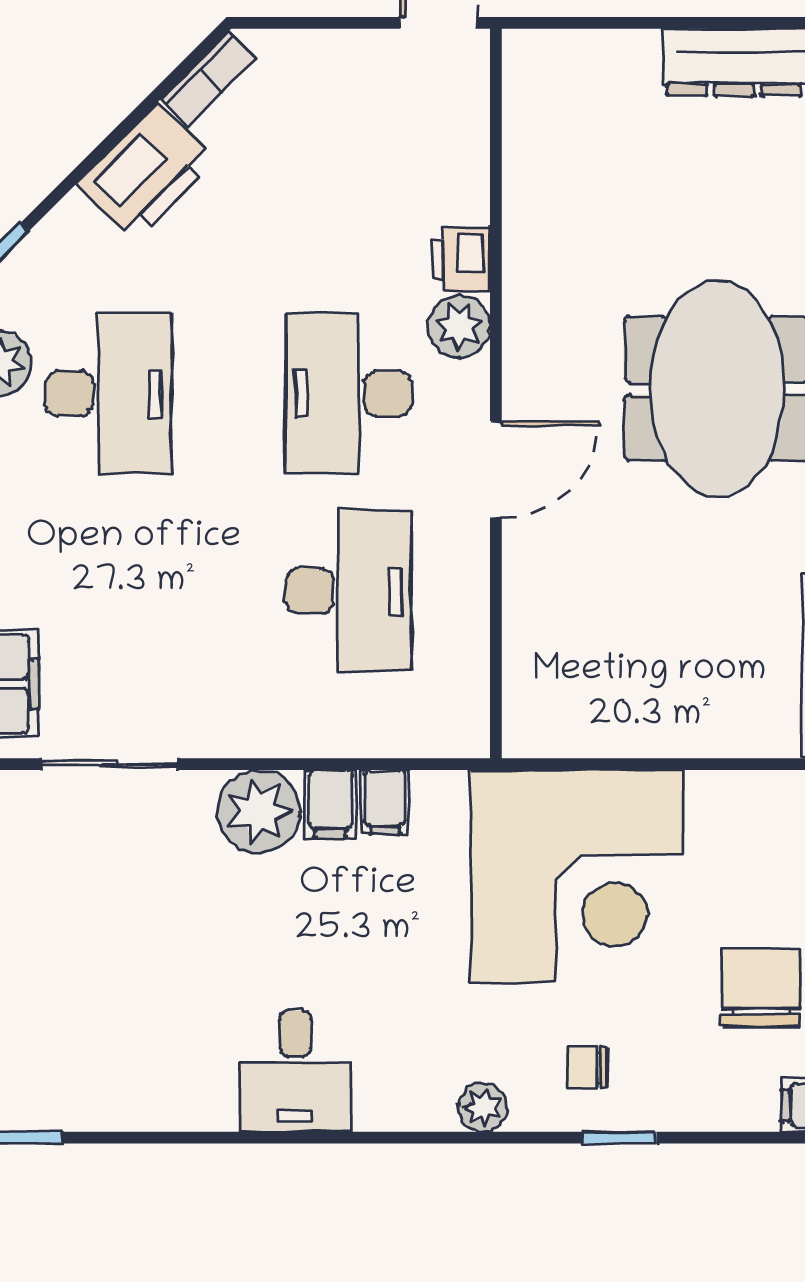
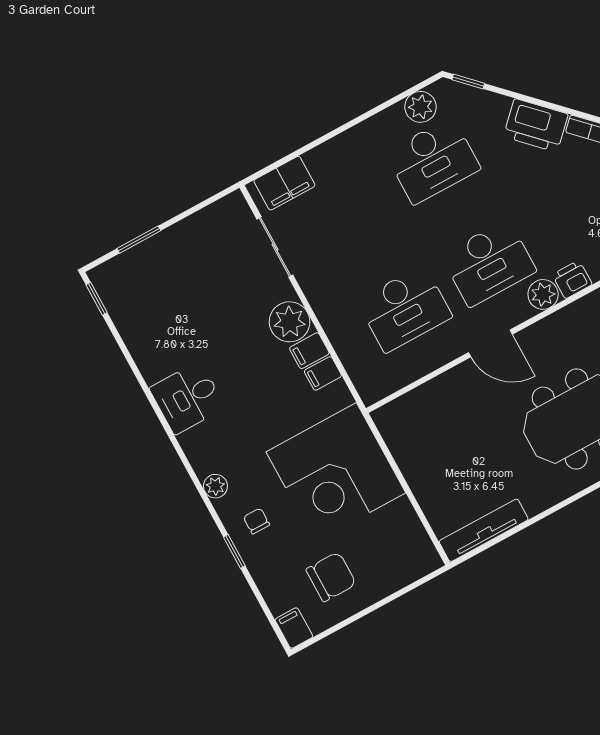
desk: (349, 394) -> (489, 263), turned 180

